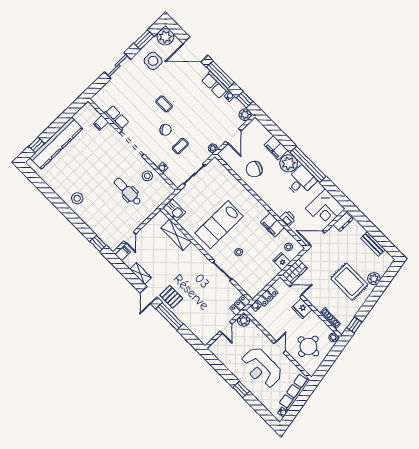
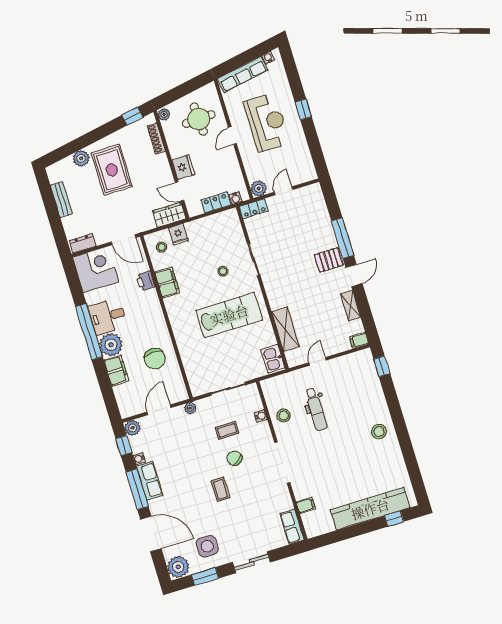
row of seats: (117, 118) -> (292, 527), moved
chair: (254, 169) -> (155, 359), turned 66
door: (130, 238) -> (318, 361), moved
pallet: (171, 297) -> (329, 260), turned 90

